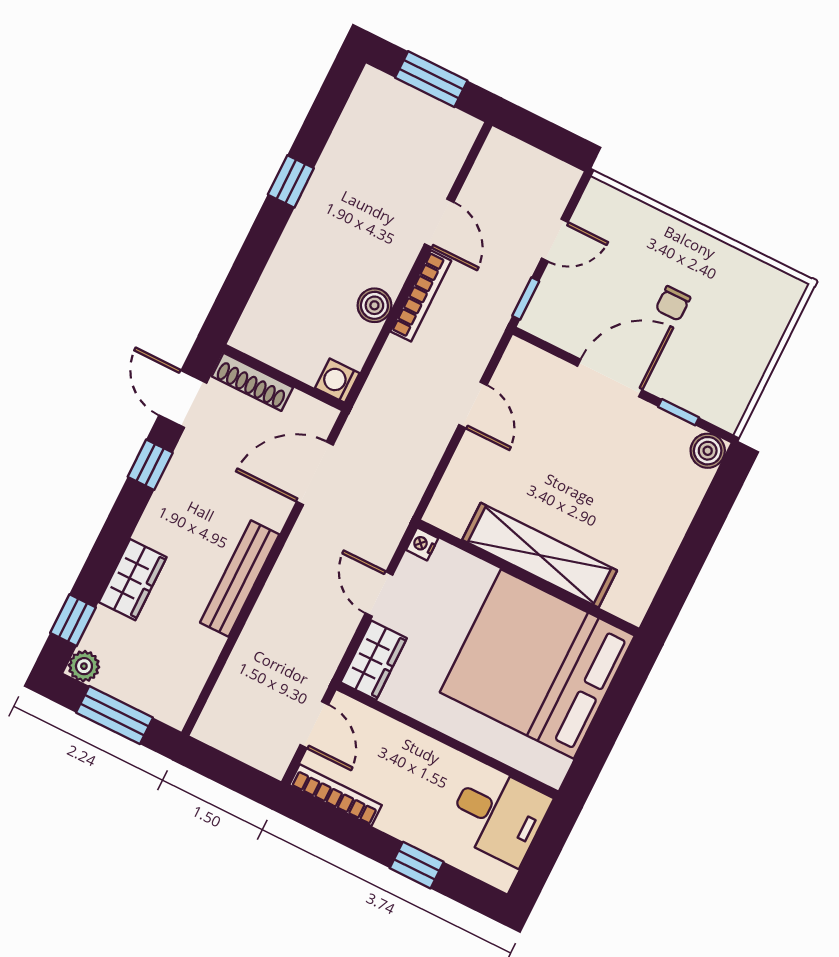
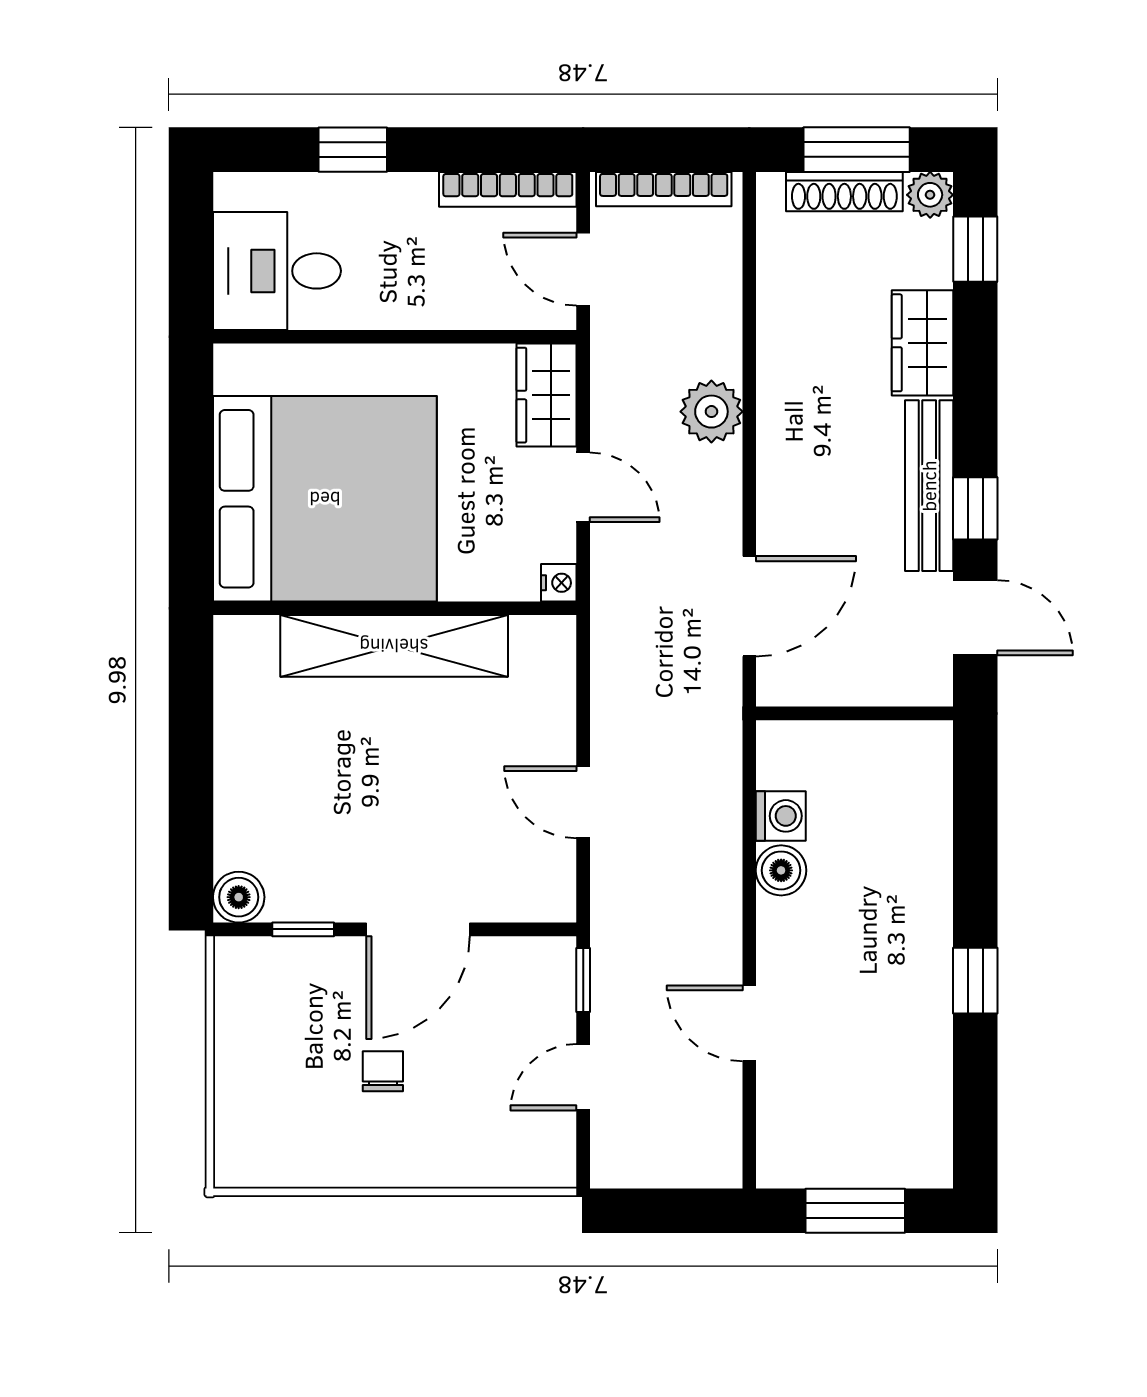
bookcase: (421, 296) -> (664, 189), moved, turned -90
washing machine: (337, 381) -> (781, 816), moved
shoe rack: (252, 382) -> (844, 192), moved, turned 180
bench: (240, 579) -> (929, 486), moved
plant: (280, 601) -> (711, 412), added

